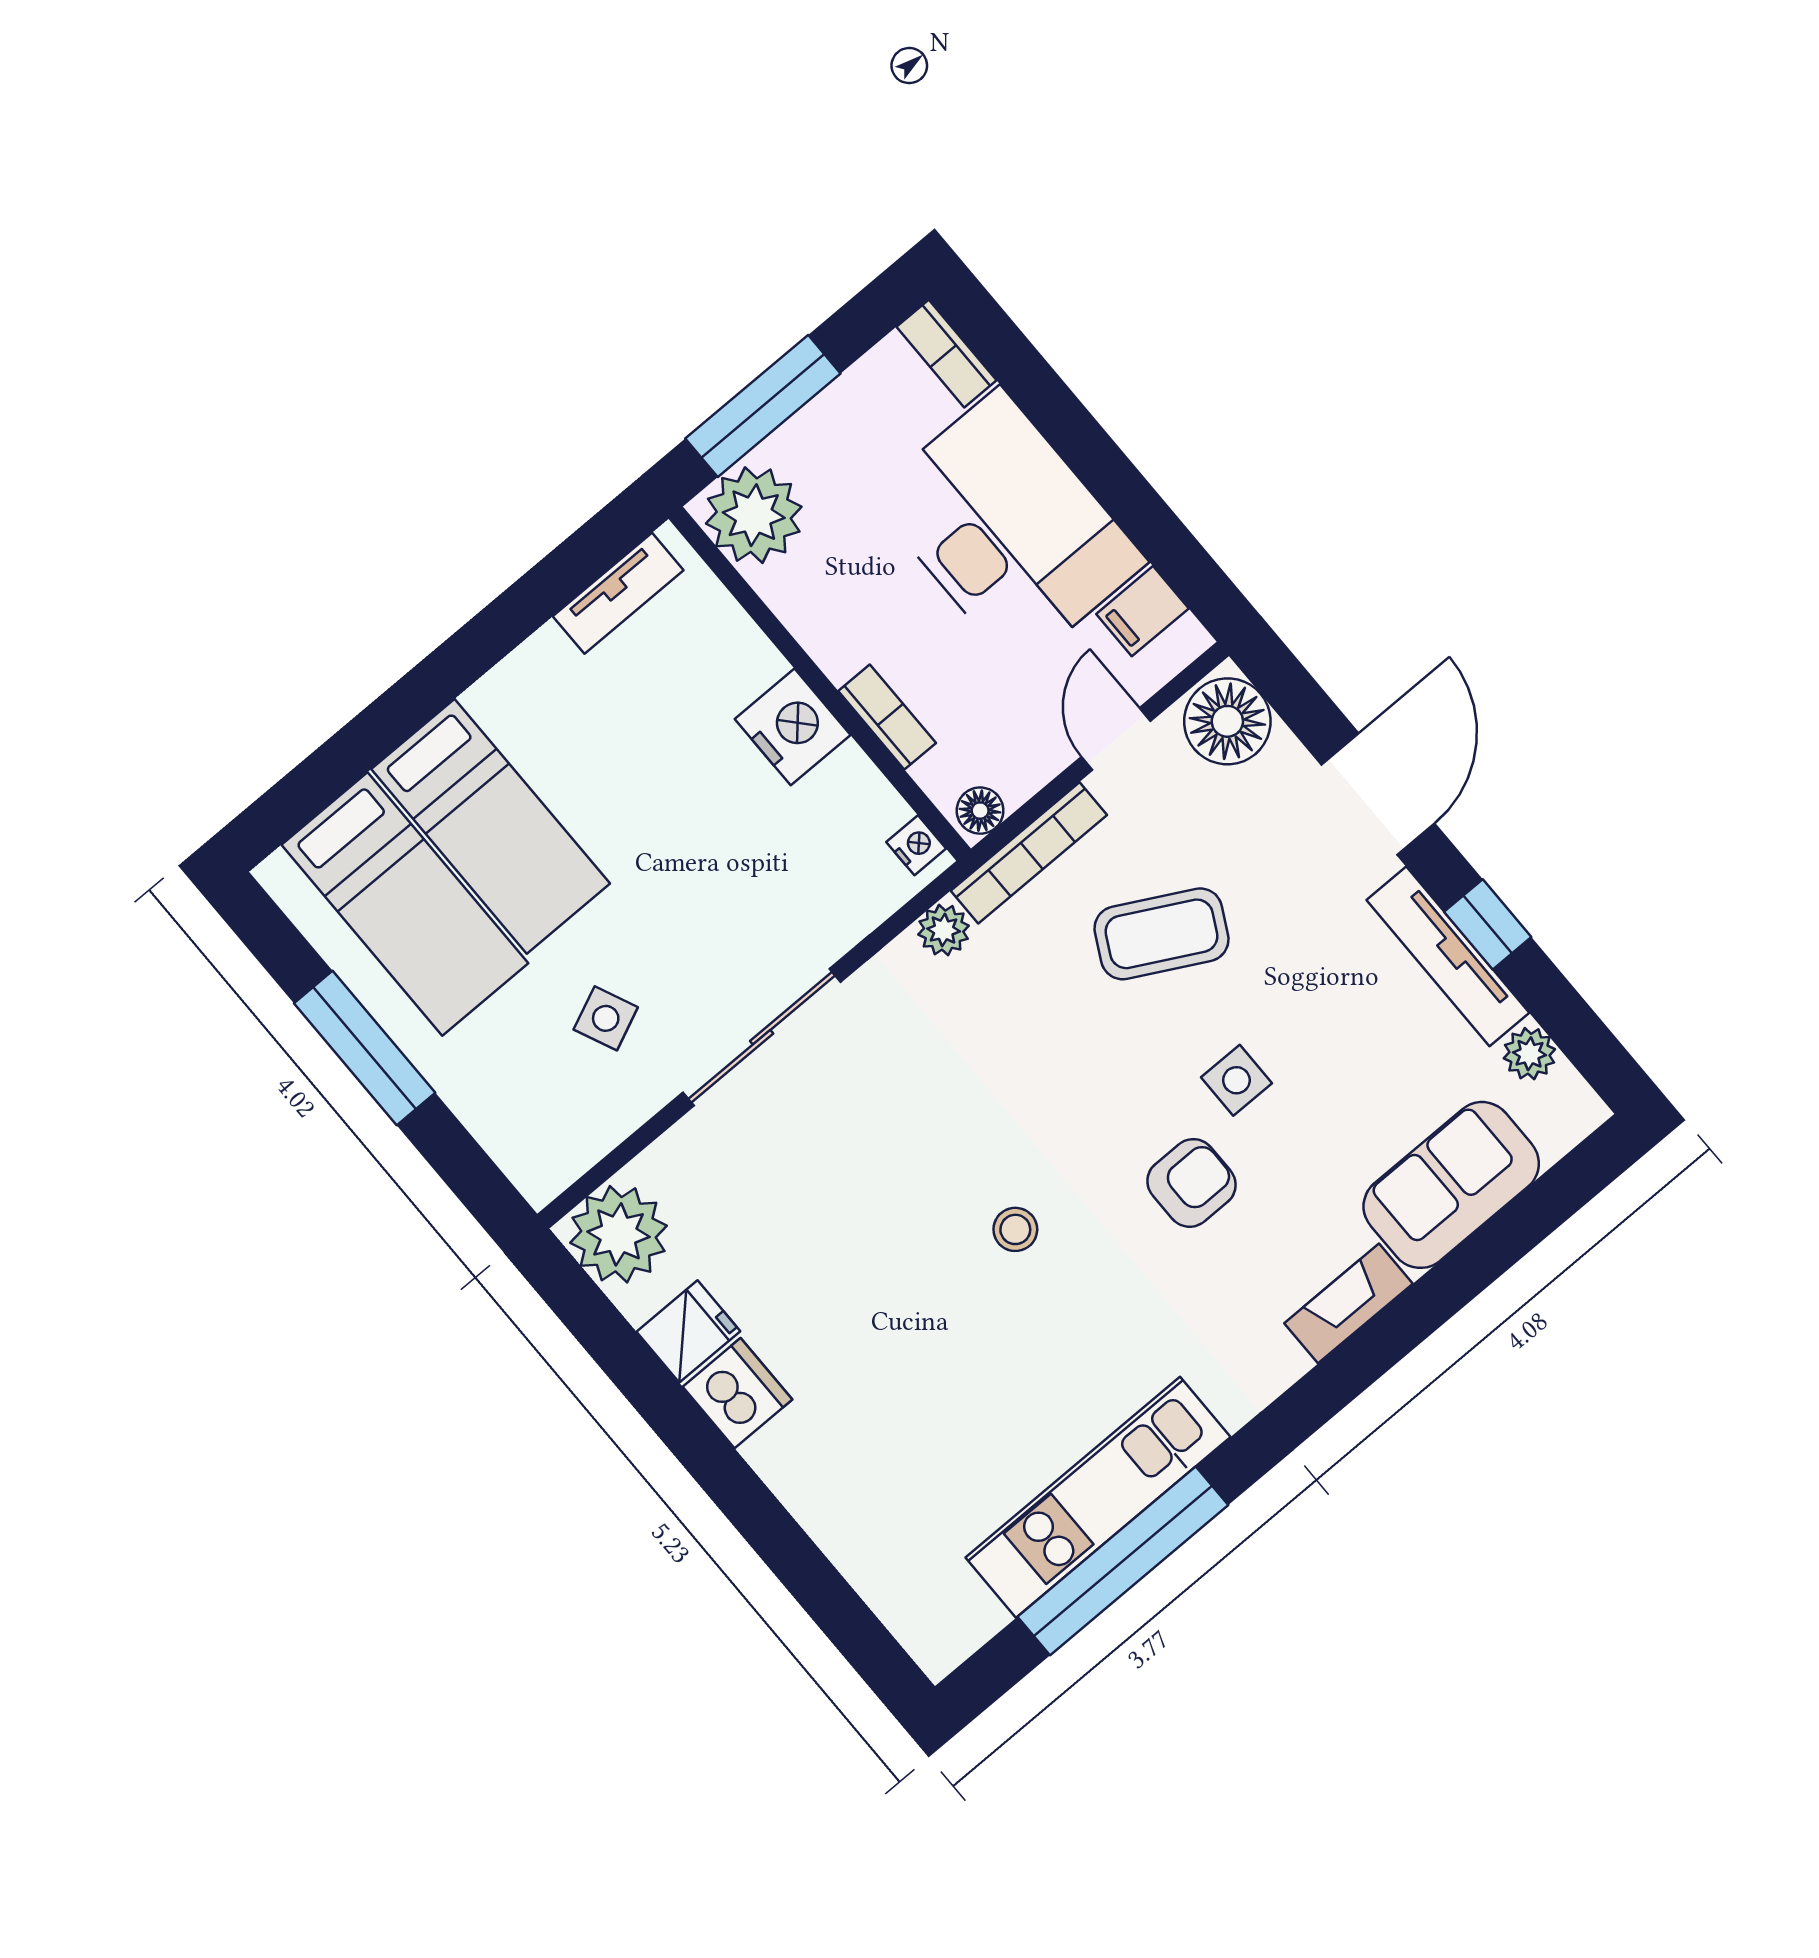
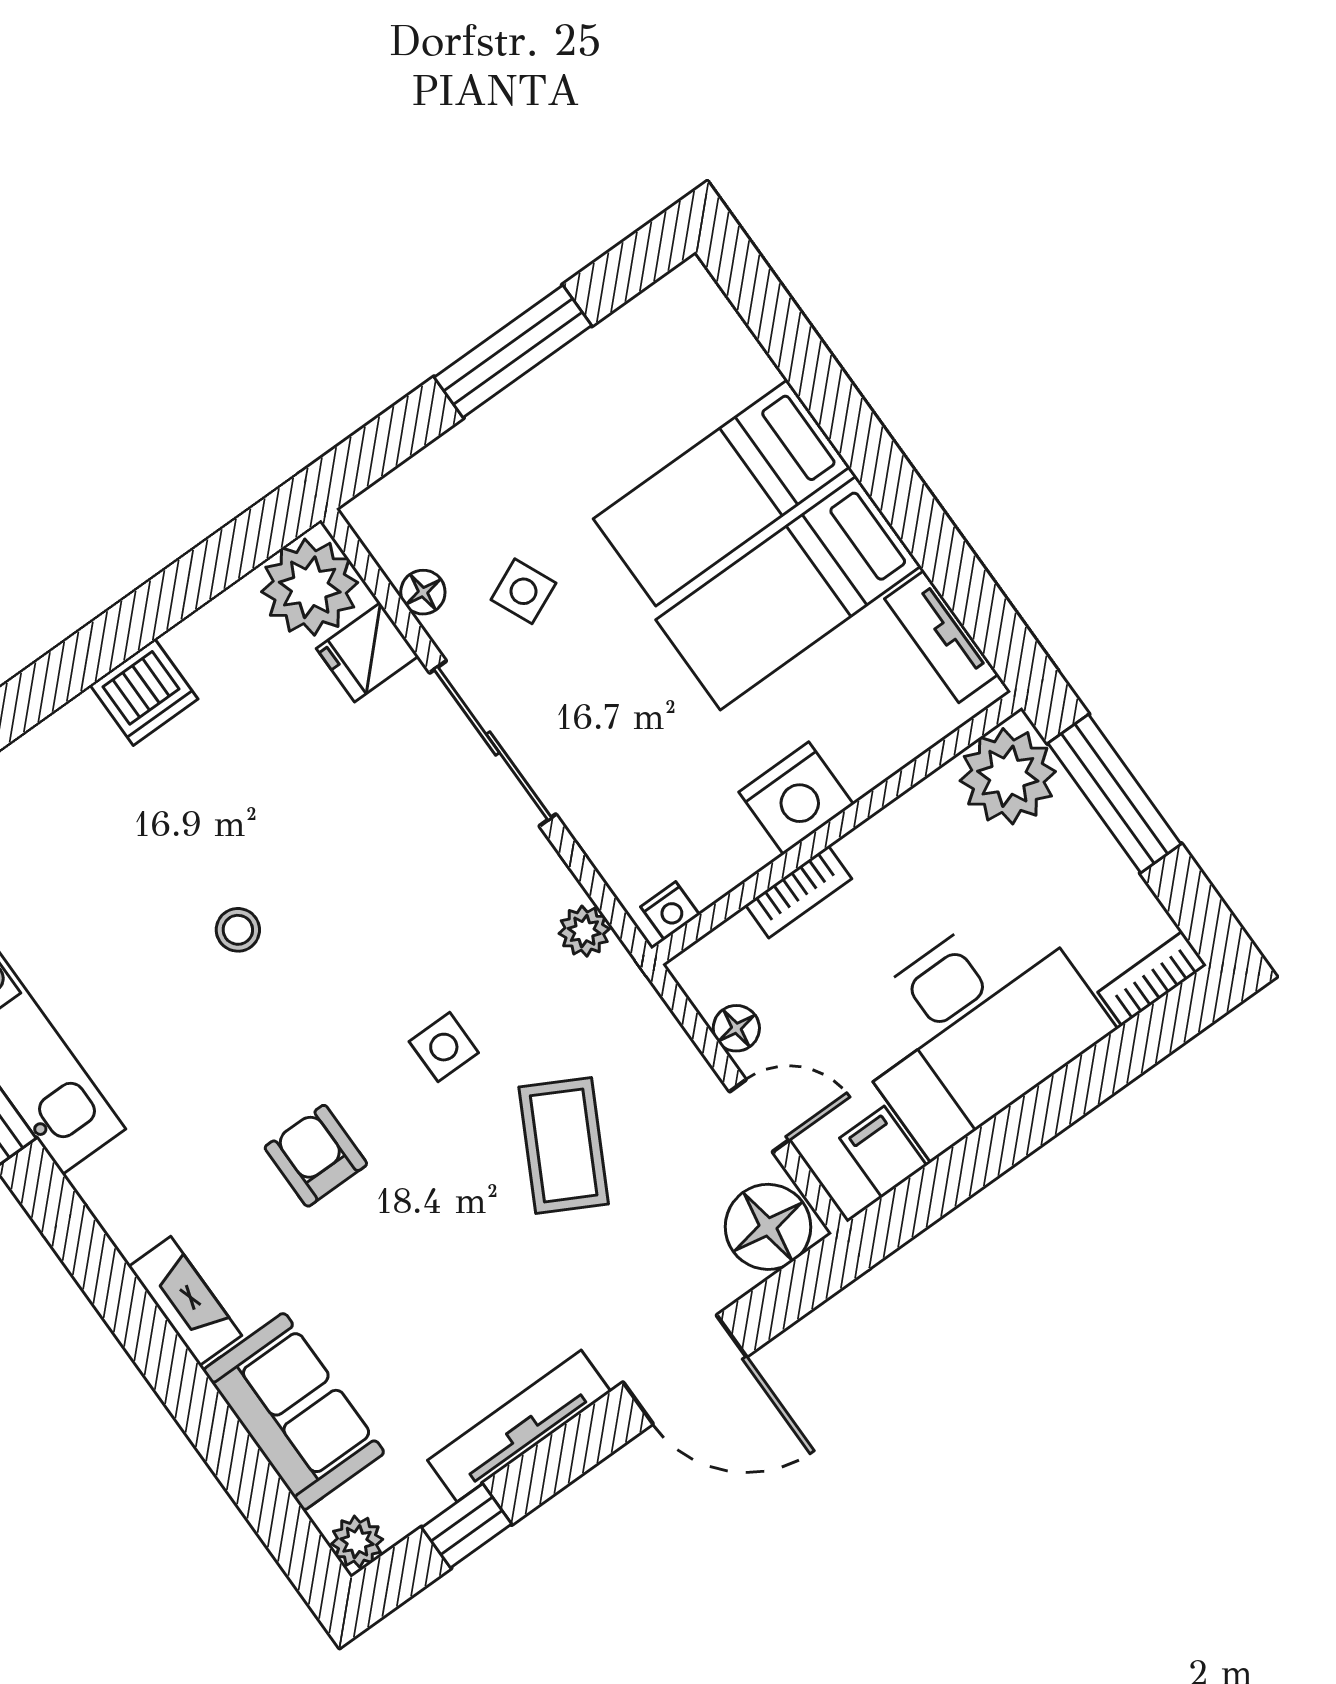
floor lamp: (980, 811) -> (736, 1028), moved
bookcase: (1029, 853) -> (654, 1021), removed
bed: (405, 904) -> (788, 593), moved
window: (1488, 924) -> (467, 1526), moved
plant: (1529, 1054) -> (357, 1542), moved
side table: (1236, 1080) -> (444, 1047), moved
floor lamp: (614, 1120) -> (423, 592), added
armchair: (1192, 1183) -> (316, 1156), turned 180
stool: (1015, 1229) -> (238, 930), moved
fridge: (688, 1331) -> (367, 652), moved, turned 90

